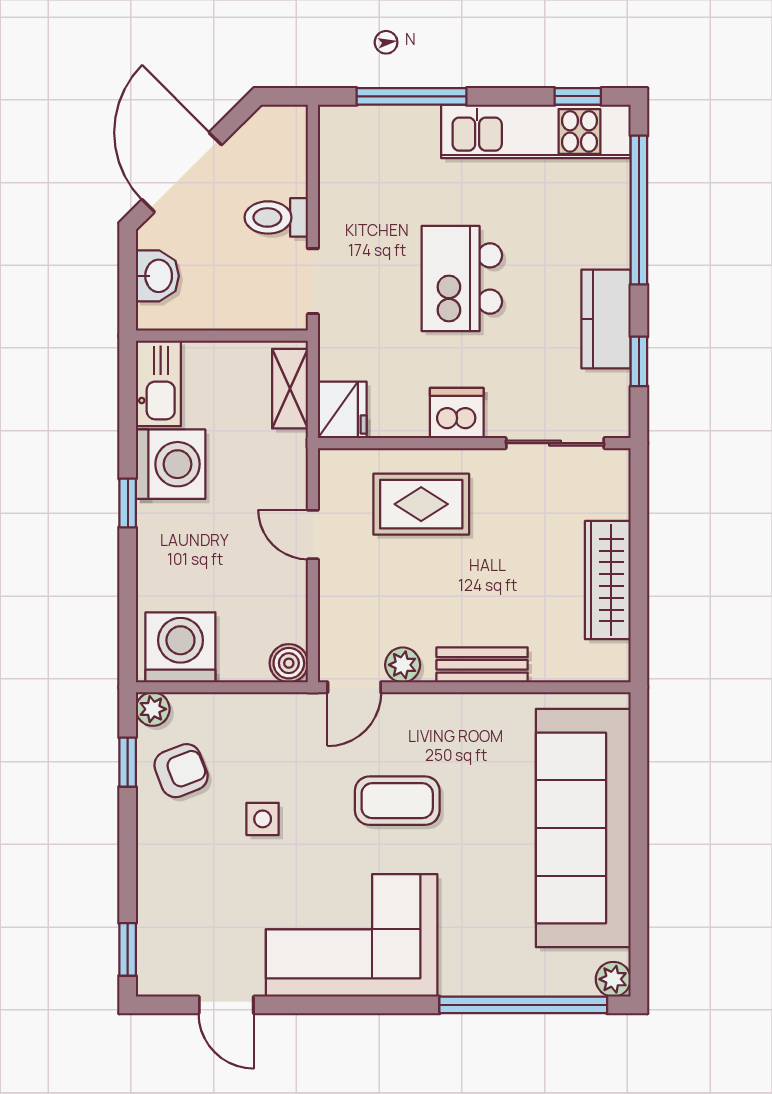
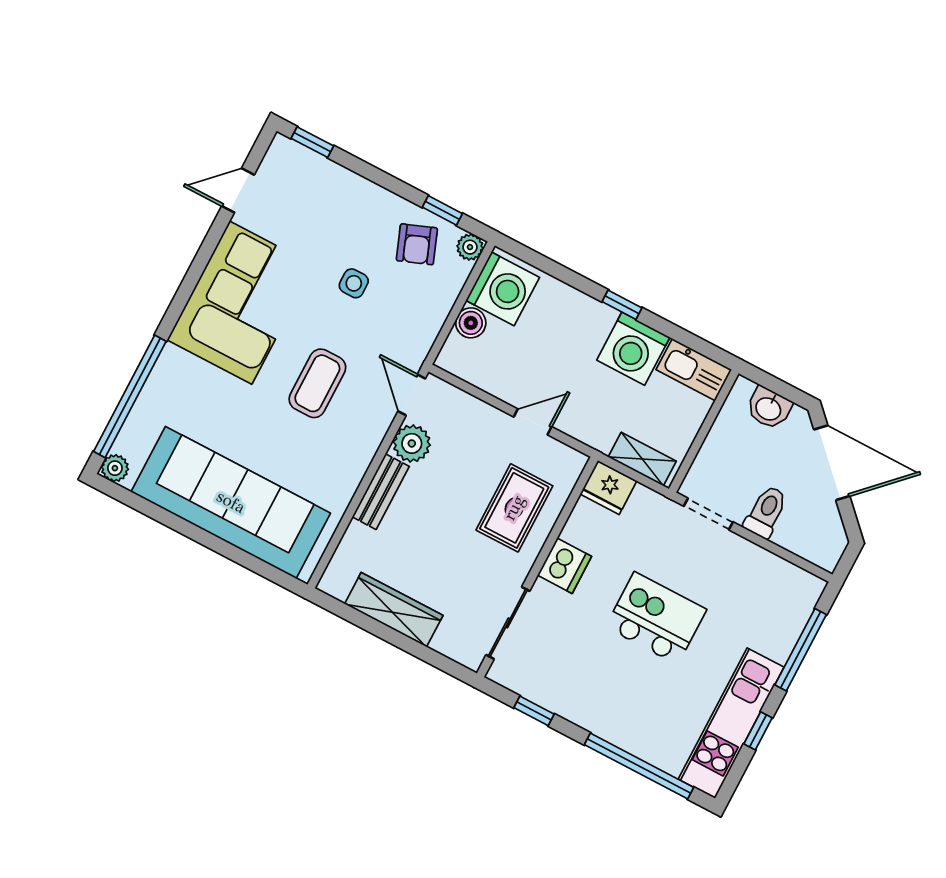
window: (578, 96) -> (758, 731), moved
kitchen counter: (606, 319) -> (575, 704), removed
boiler: (289, 663) -> (471, 323), moved
plant: (403, 665) -> (412, 443), width x1.38, depth x1.38

